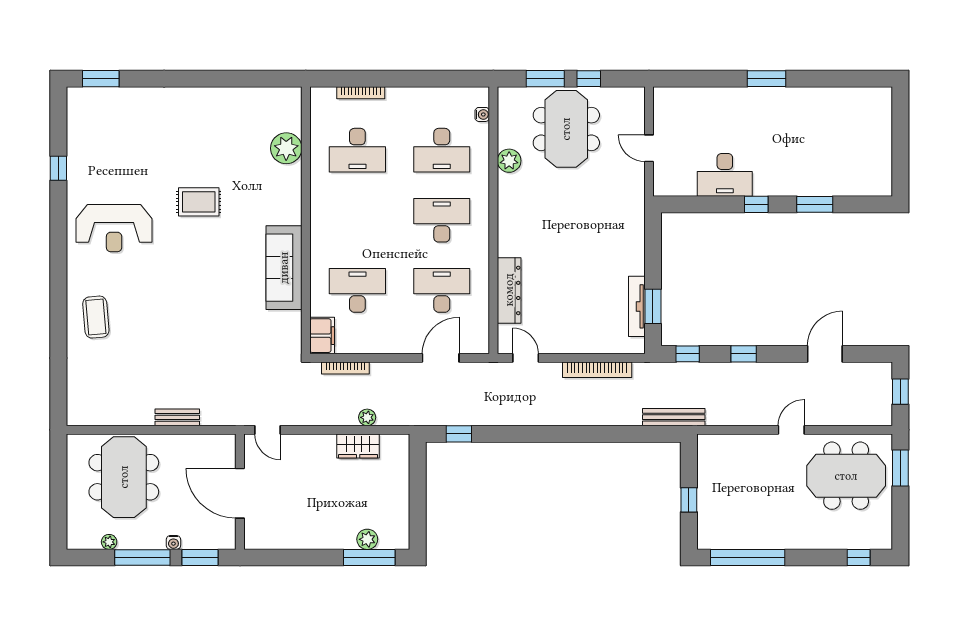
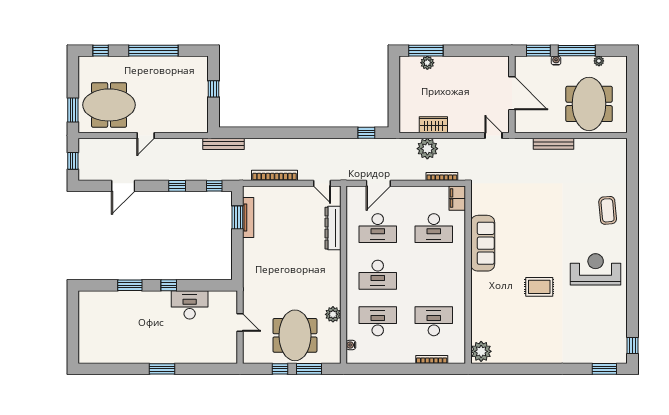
plant: (286, 148) -> (481, 351), moved
window: (58, 168) -> (633, 345), moved
bench: (177, 417) -> (554, 144), width x1.36
plant: (367, 417) -> (427, 149), width x1.88, depth x1.88
window: (748, 558) -> (153, 51), moved

